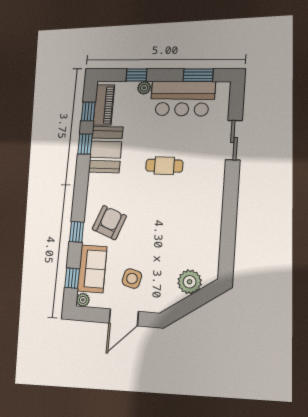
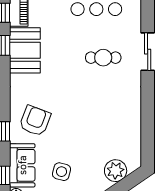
sliding door: (234, 140) -> (148, 52), moved
cafe table: (164, 166) -> (103, 58), moved

